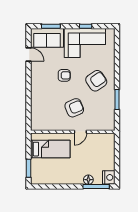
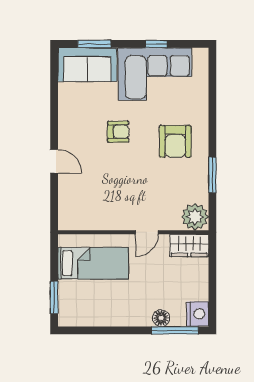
door: (28, 54) -> (54, 161), moved
armchair: (96, 81) -> (175, 141), turned 125
armchair: (74, 108) -> (136, 190), removed
plant: (107, 123) -> (195, 217), added
wardrobe: (104, 139) -> (189, 245), added

